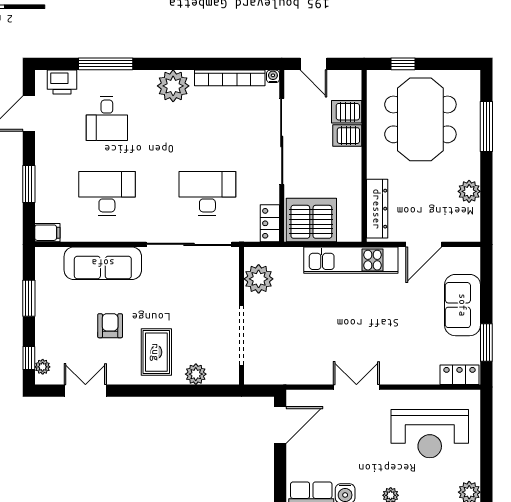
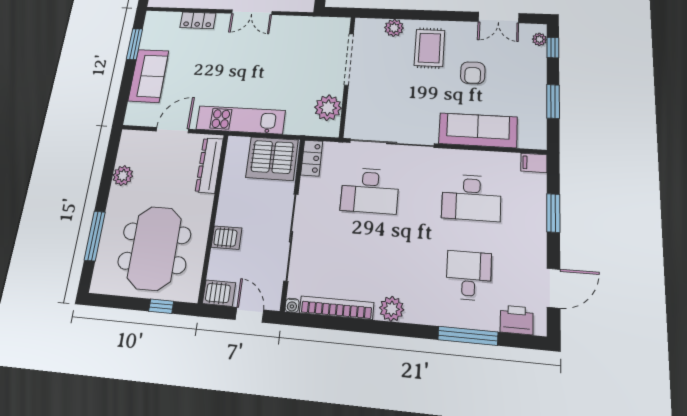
plant: (173, 86) -> (392, 309), width x0.73, depth x0.73
server rack: (347, 112) -> (219, 293), moved
locker: (459, 375) -> (198, 20), moved

